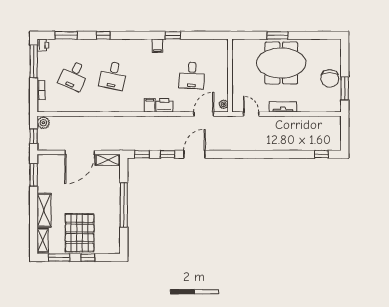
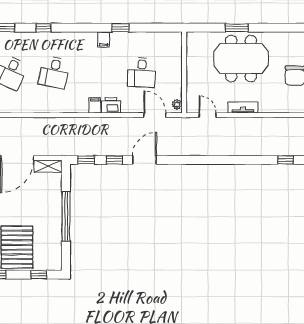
door: (204, 114) -> (155, 115), hinge flipped
window: (88, 258) -> (39, 275), moved

